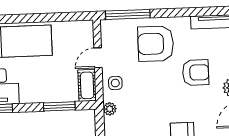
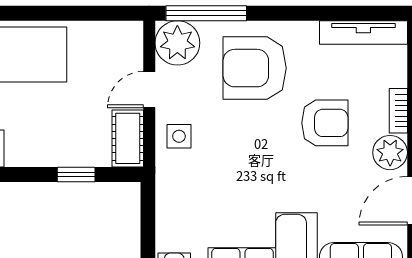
window: (59, 106) -> (76, 175), width x0.67
plant: (110, 109) -> (177, 43), moved, width x1.87, depth x1.87

